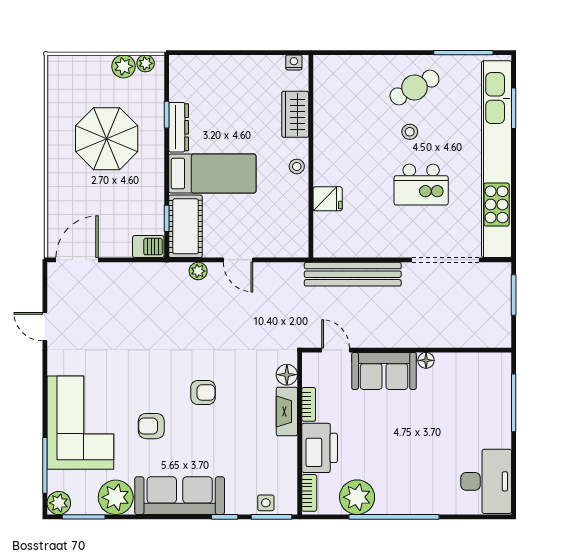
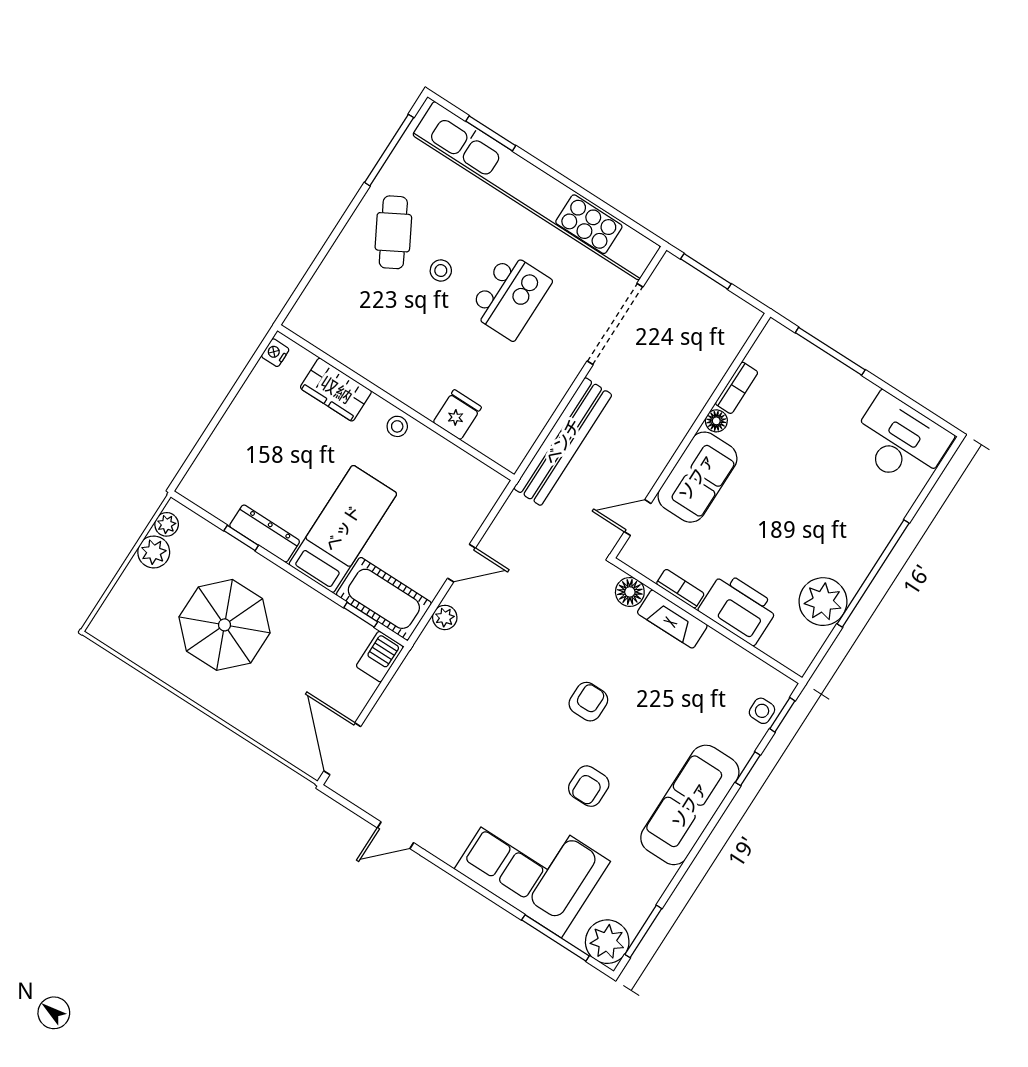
bookcase: (309, 493) -> (736, 388), moved, turned 90
plant: (116, 497) -> (645, 880), removed
plant: (59, 503) -> (607, 942), width x1.36, depth x1.36
window: (271, 517) -> (782, 715), width x0.67

